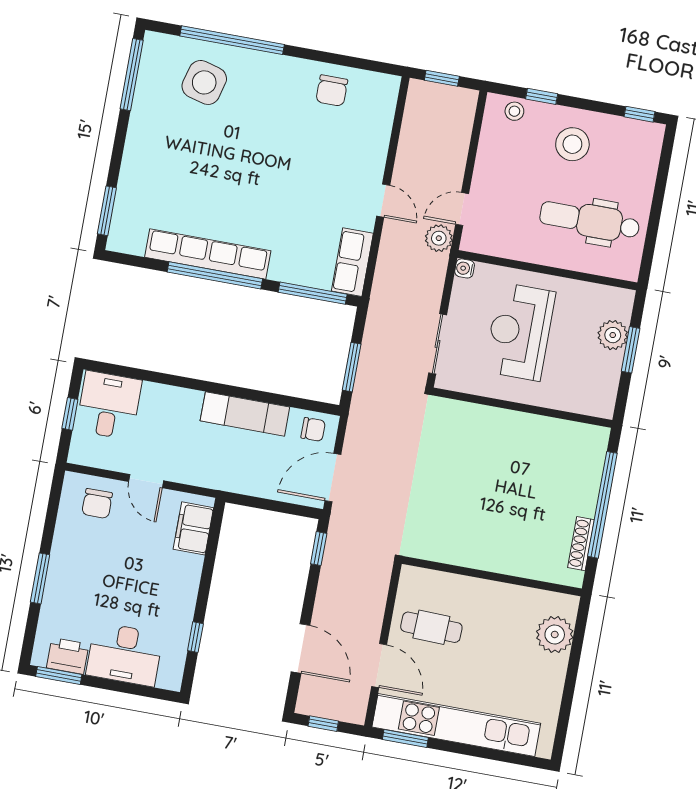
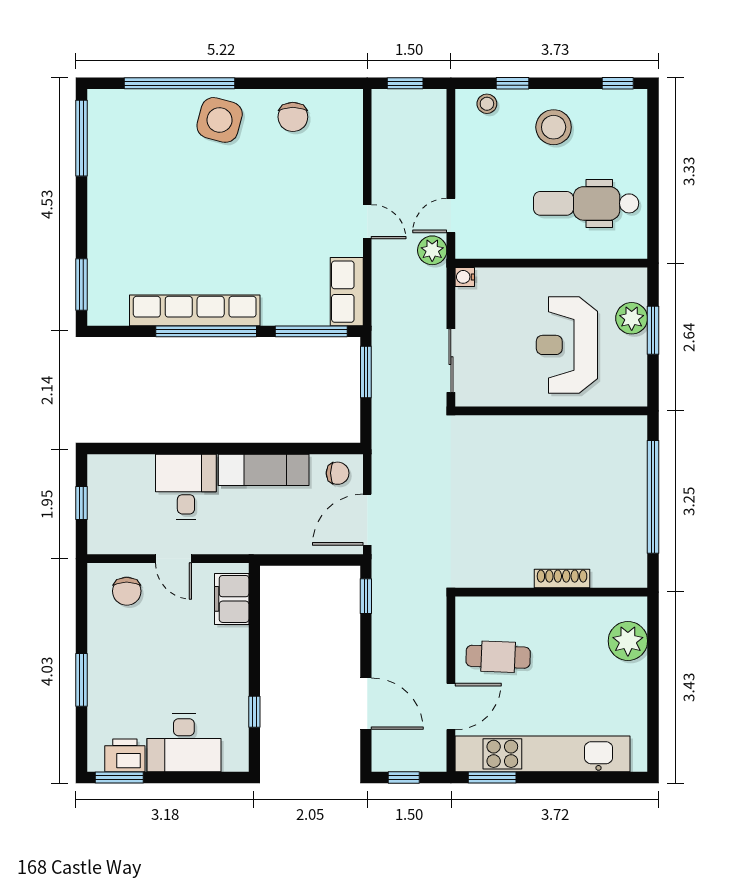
side table: (204, 82) -> (220, 120), moved
reception desk: (520, 332) -> (567, 345), moved
window: (352, 367) -> (366, 372), moved
desk: (109, 405) -> (186, 487), moved
shoe rack: (581, 544) -> (562, 579), moved, turned 90
door: (379, 666) -> (451, 706), hinge flipped

